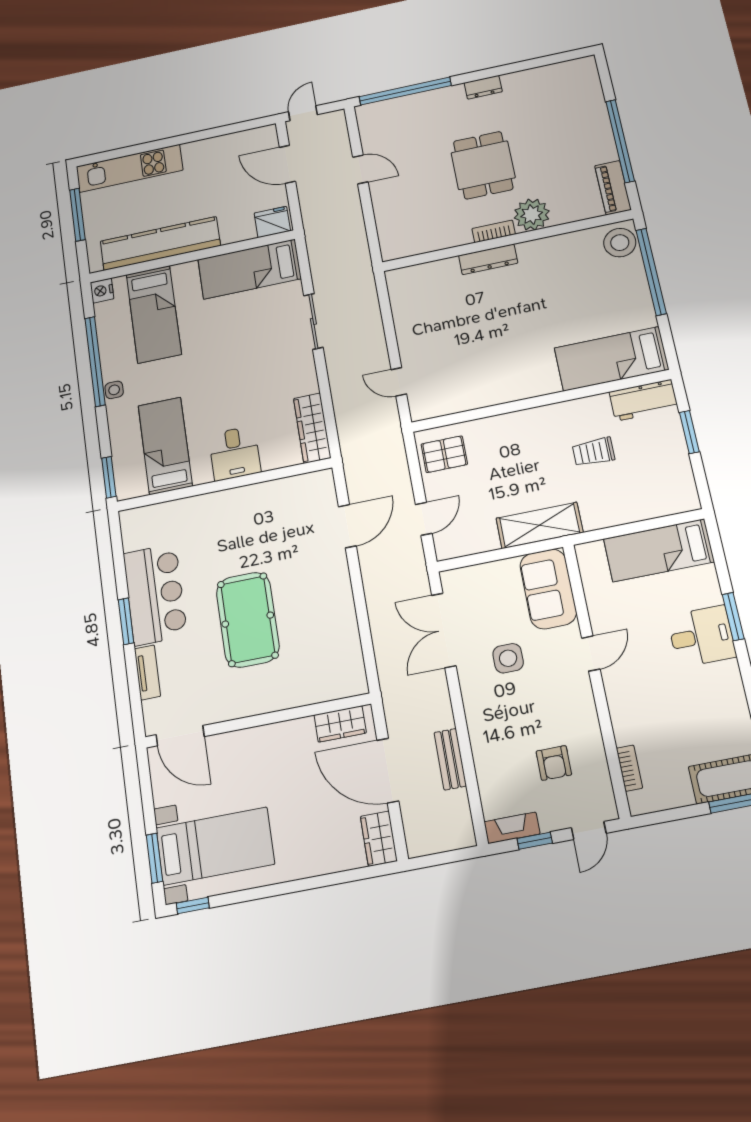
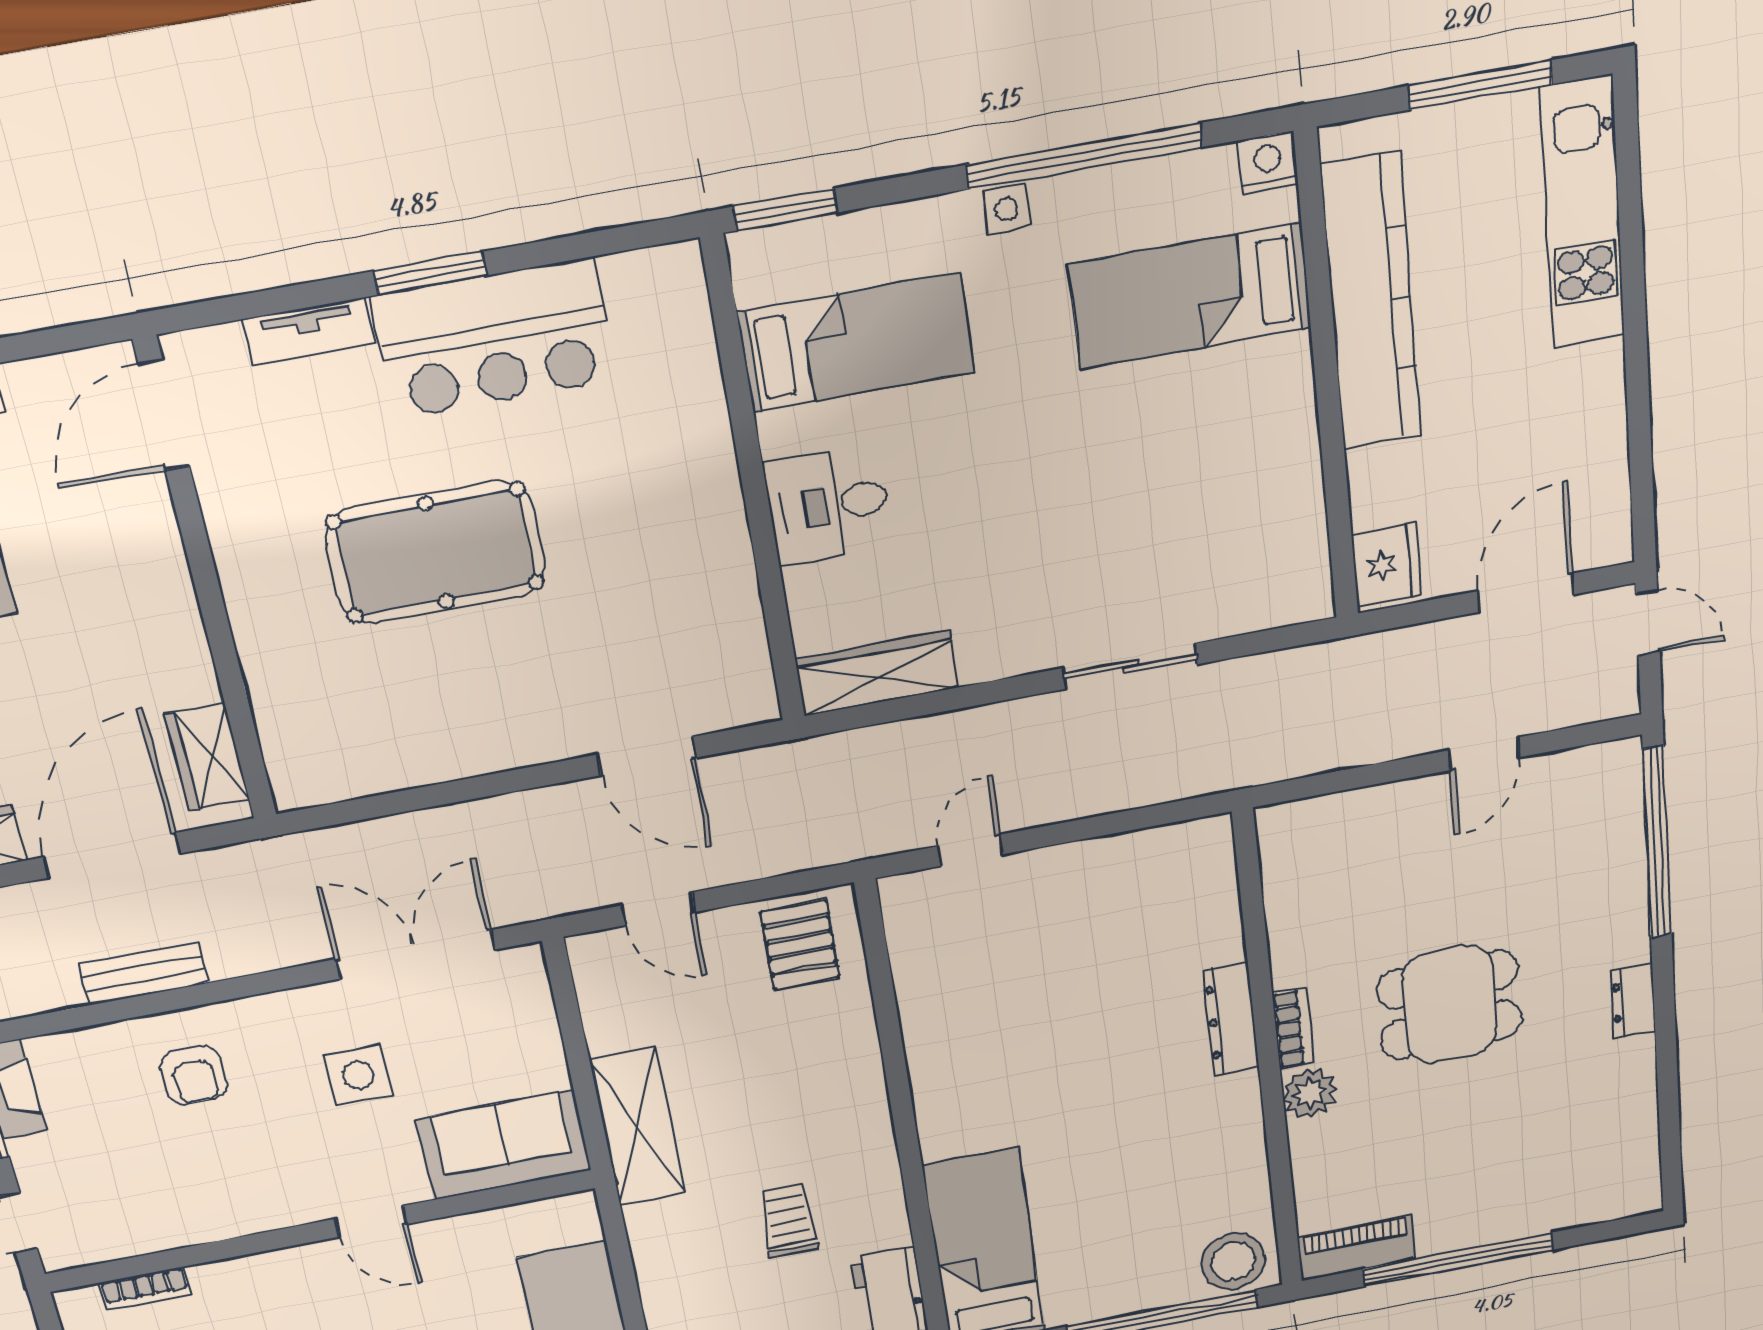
plant: (532, 215) -> (1310, 1093), width x0.73, depth x0.73
bed: (249, 269) -> (1276, 518), removed
armchair: (554, 763) -> (194, 1075), moved, turned -90

